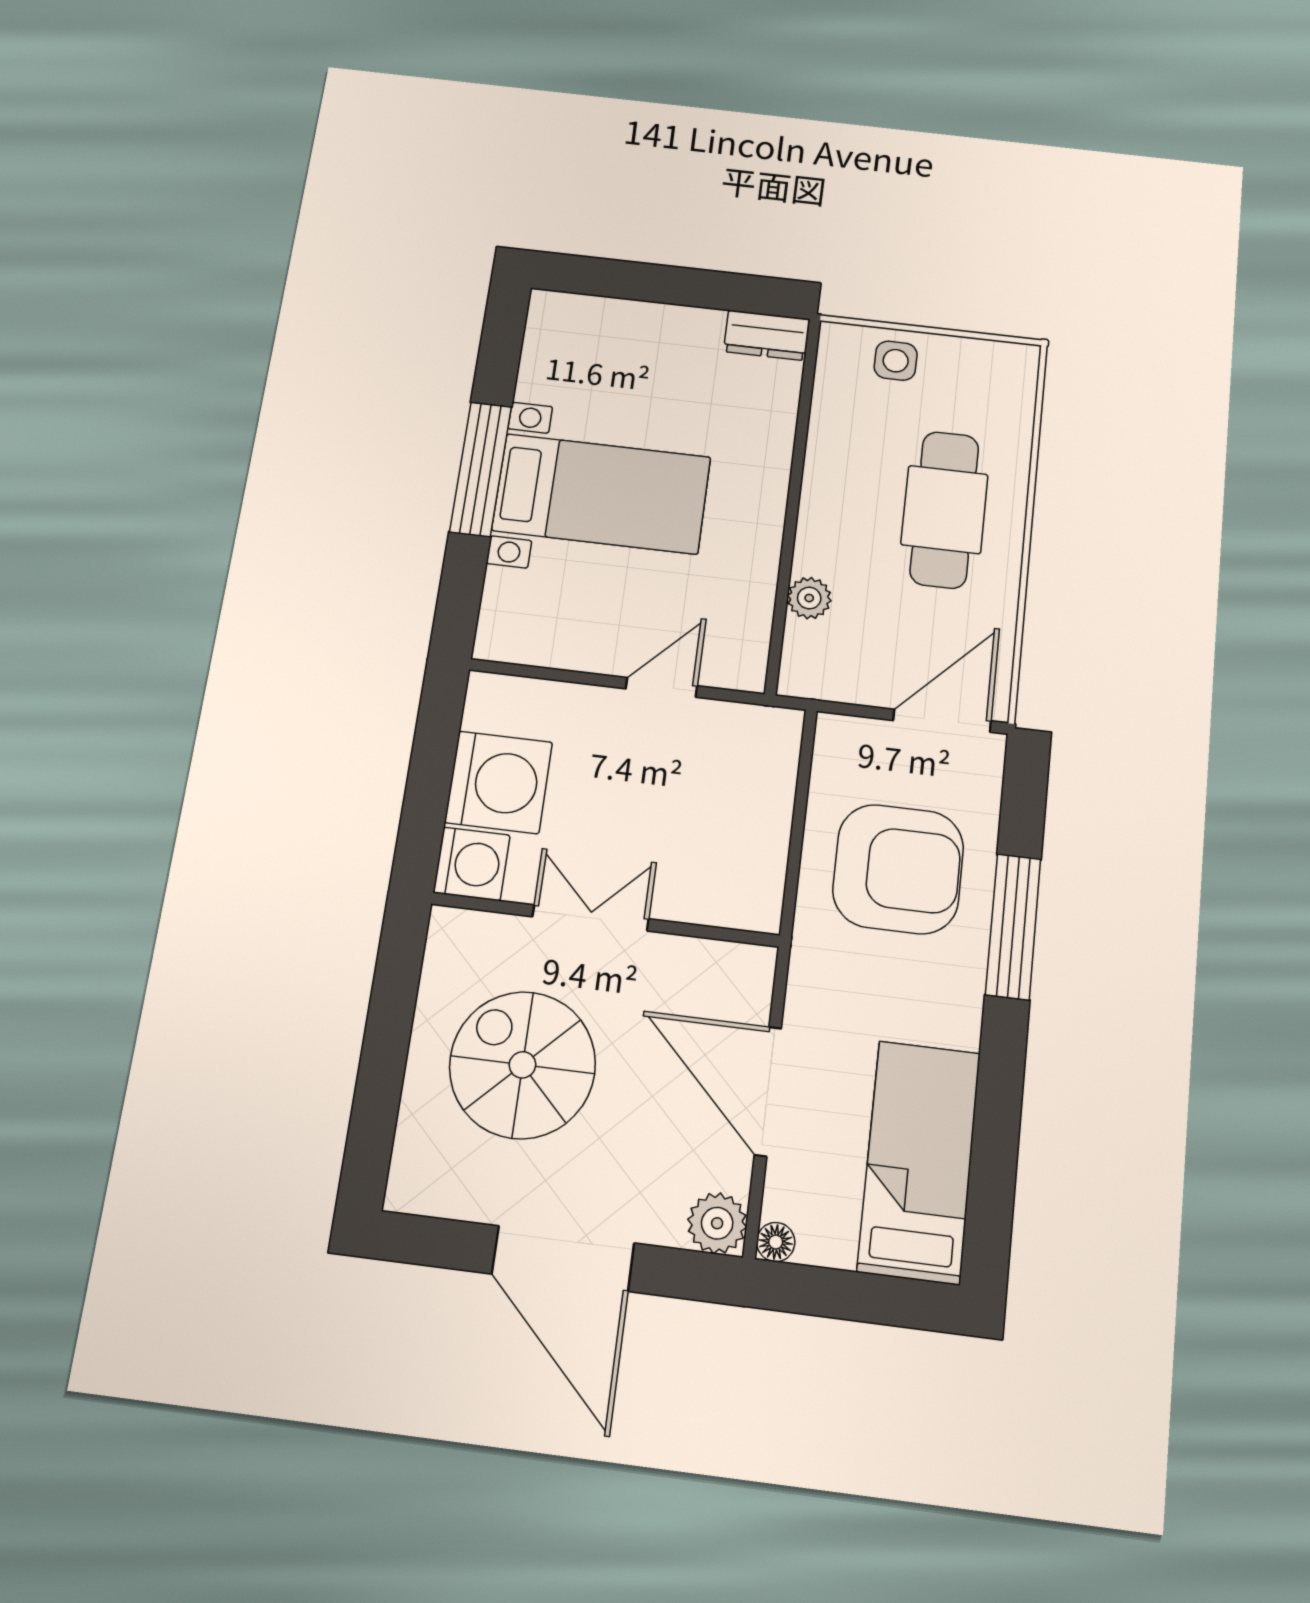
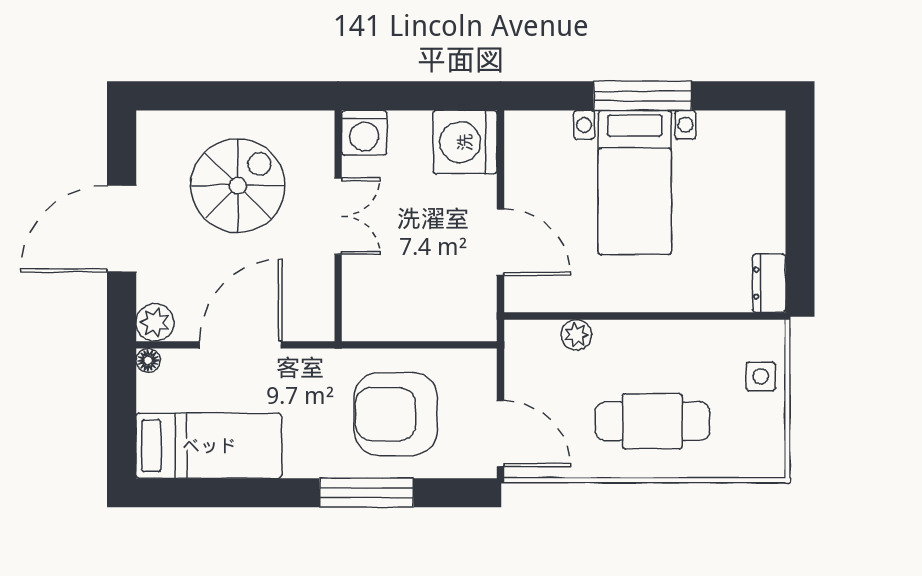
door: (661, 687) -> (500, 242), width x1.37
washing machine: (499, 782) -> (465, 142), moved, turned 90
armchair: (898, 869) -> (396, 414), turned 90

